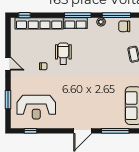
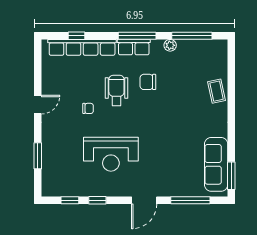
window: (24, 15) -> (76, 36), moved
chair: (124, 26) -> (148, 82), moved
door: (8, 64) -> (38, 105), hinge flipped
reception desk: (36, 107) -> (111, 154), moved
window: (50, 131) -> (97, 200), added

